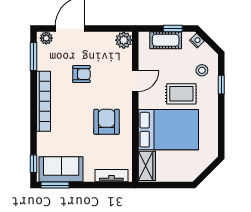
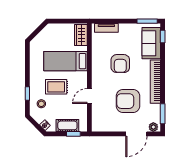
window: (173, 29) -> (73, 134), moved
plant: (124, 40) -> (98, 125), removed
armchair: (81, 74) -> (128, 101), width x1.88, depth x1.88
armchair: (106, 122) -> (120, 64), moved
bed: (168, 130) -> (65, 61), width x0.67
sofa: (61, 169) -> (151, 43), moved, turned 90

